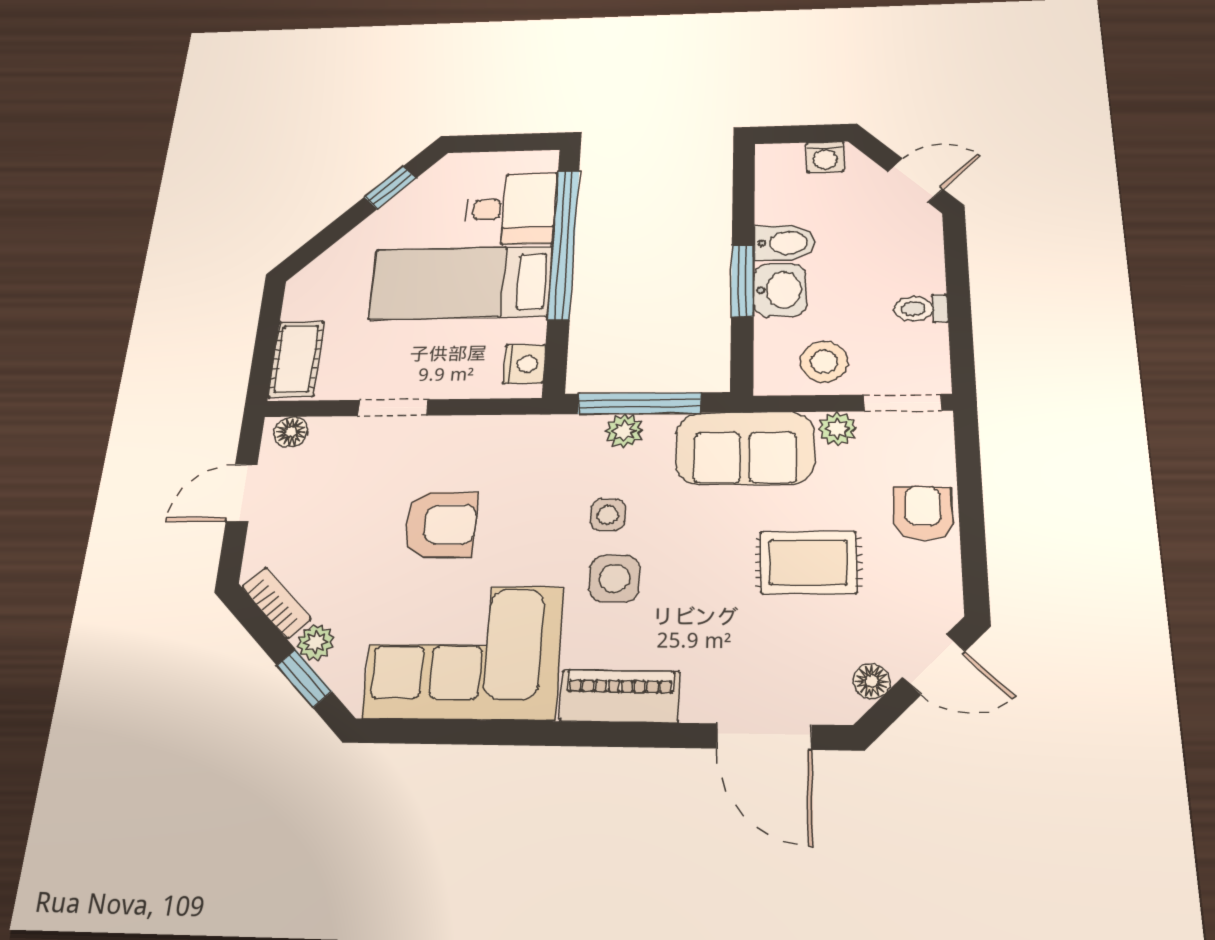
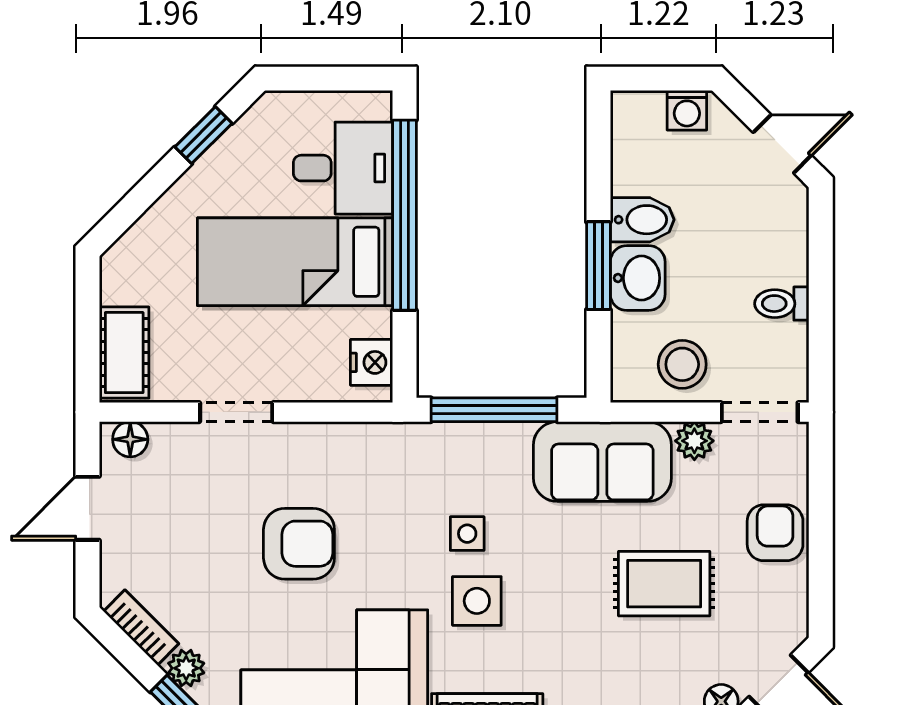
plant: (624, 431) -> (480, 441), removed

